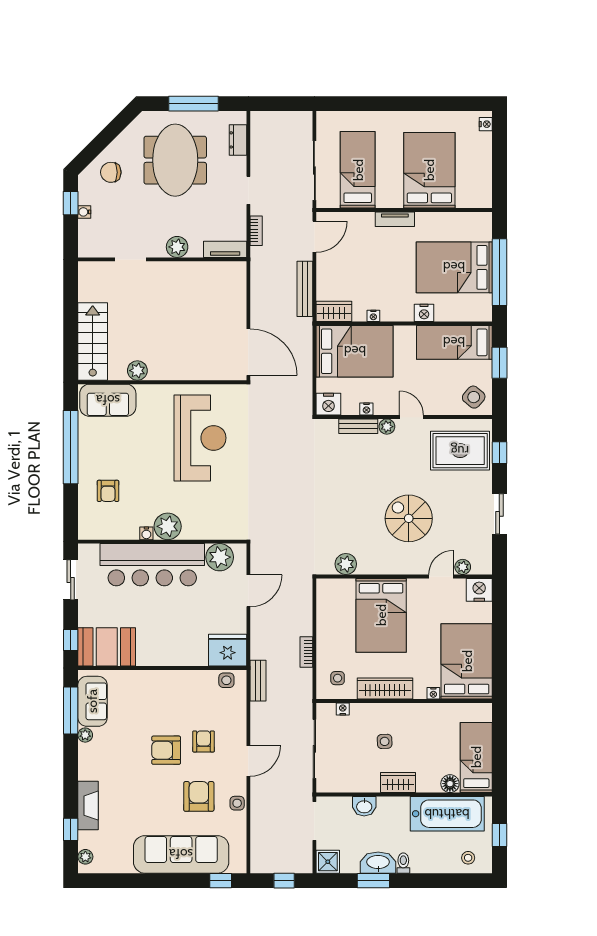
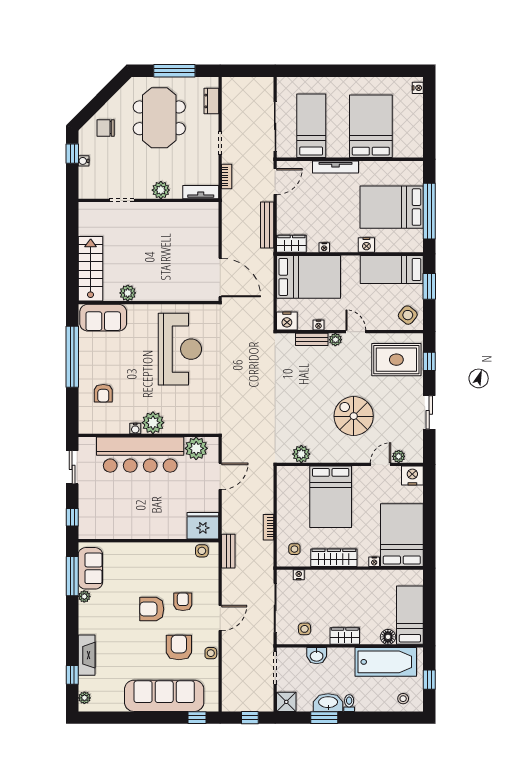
tv unit: (395, 219) -> (336, 167), width x1.41
booth: (107, 647) -> (102, 523), removed
side table: (385, 741) -> (304, 629), moved

